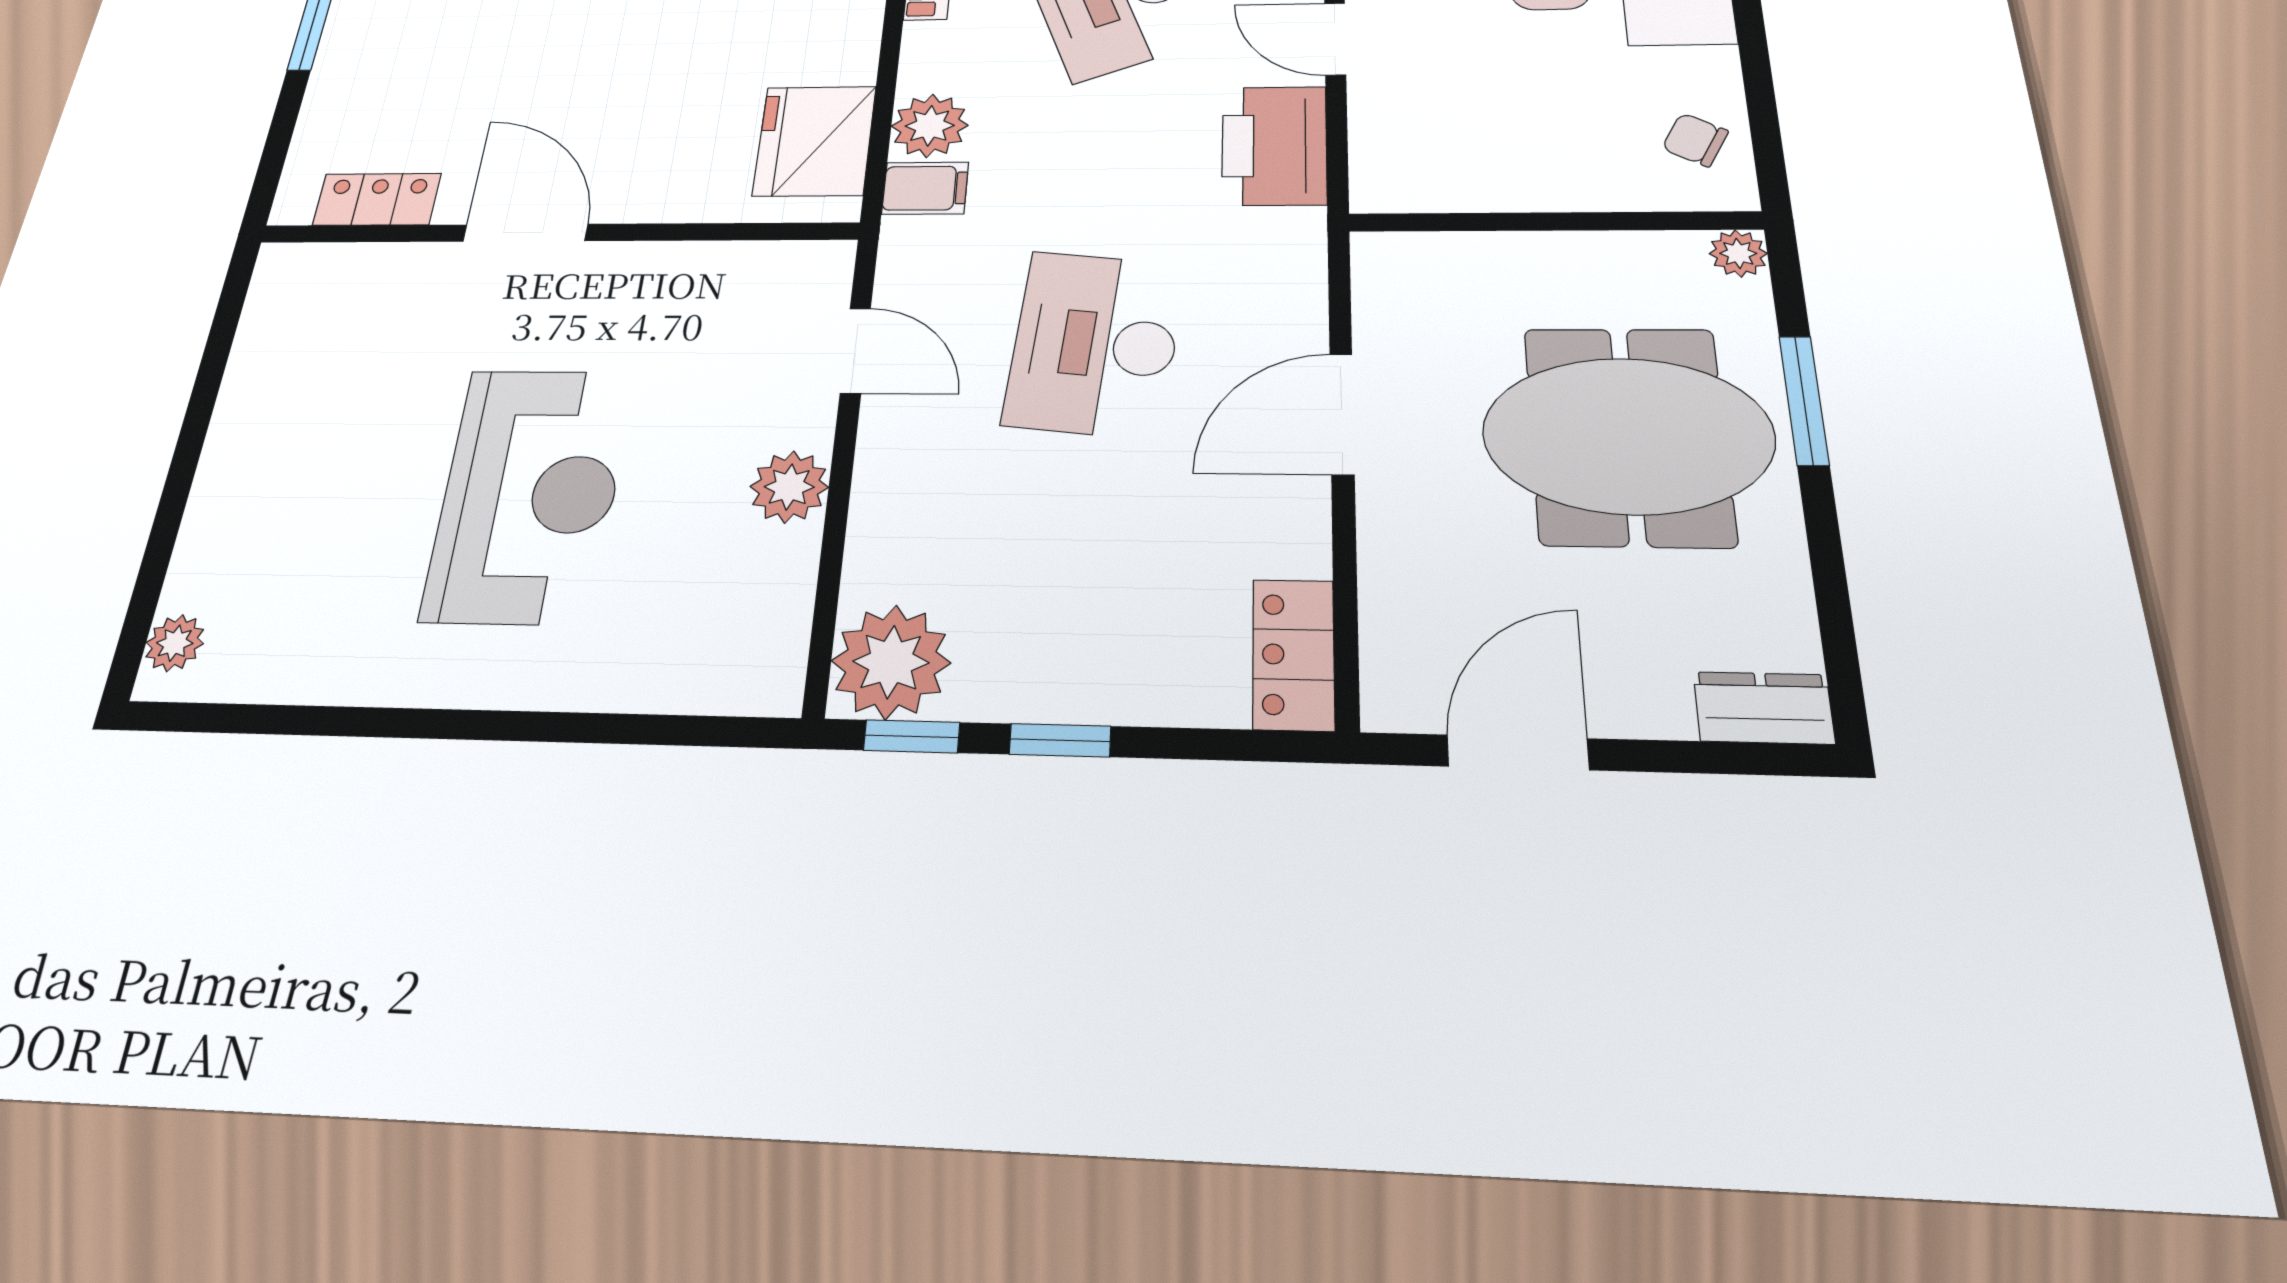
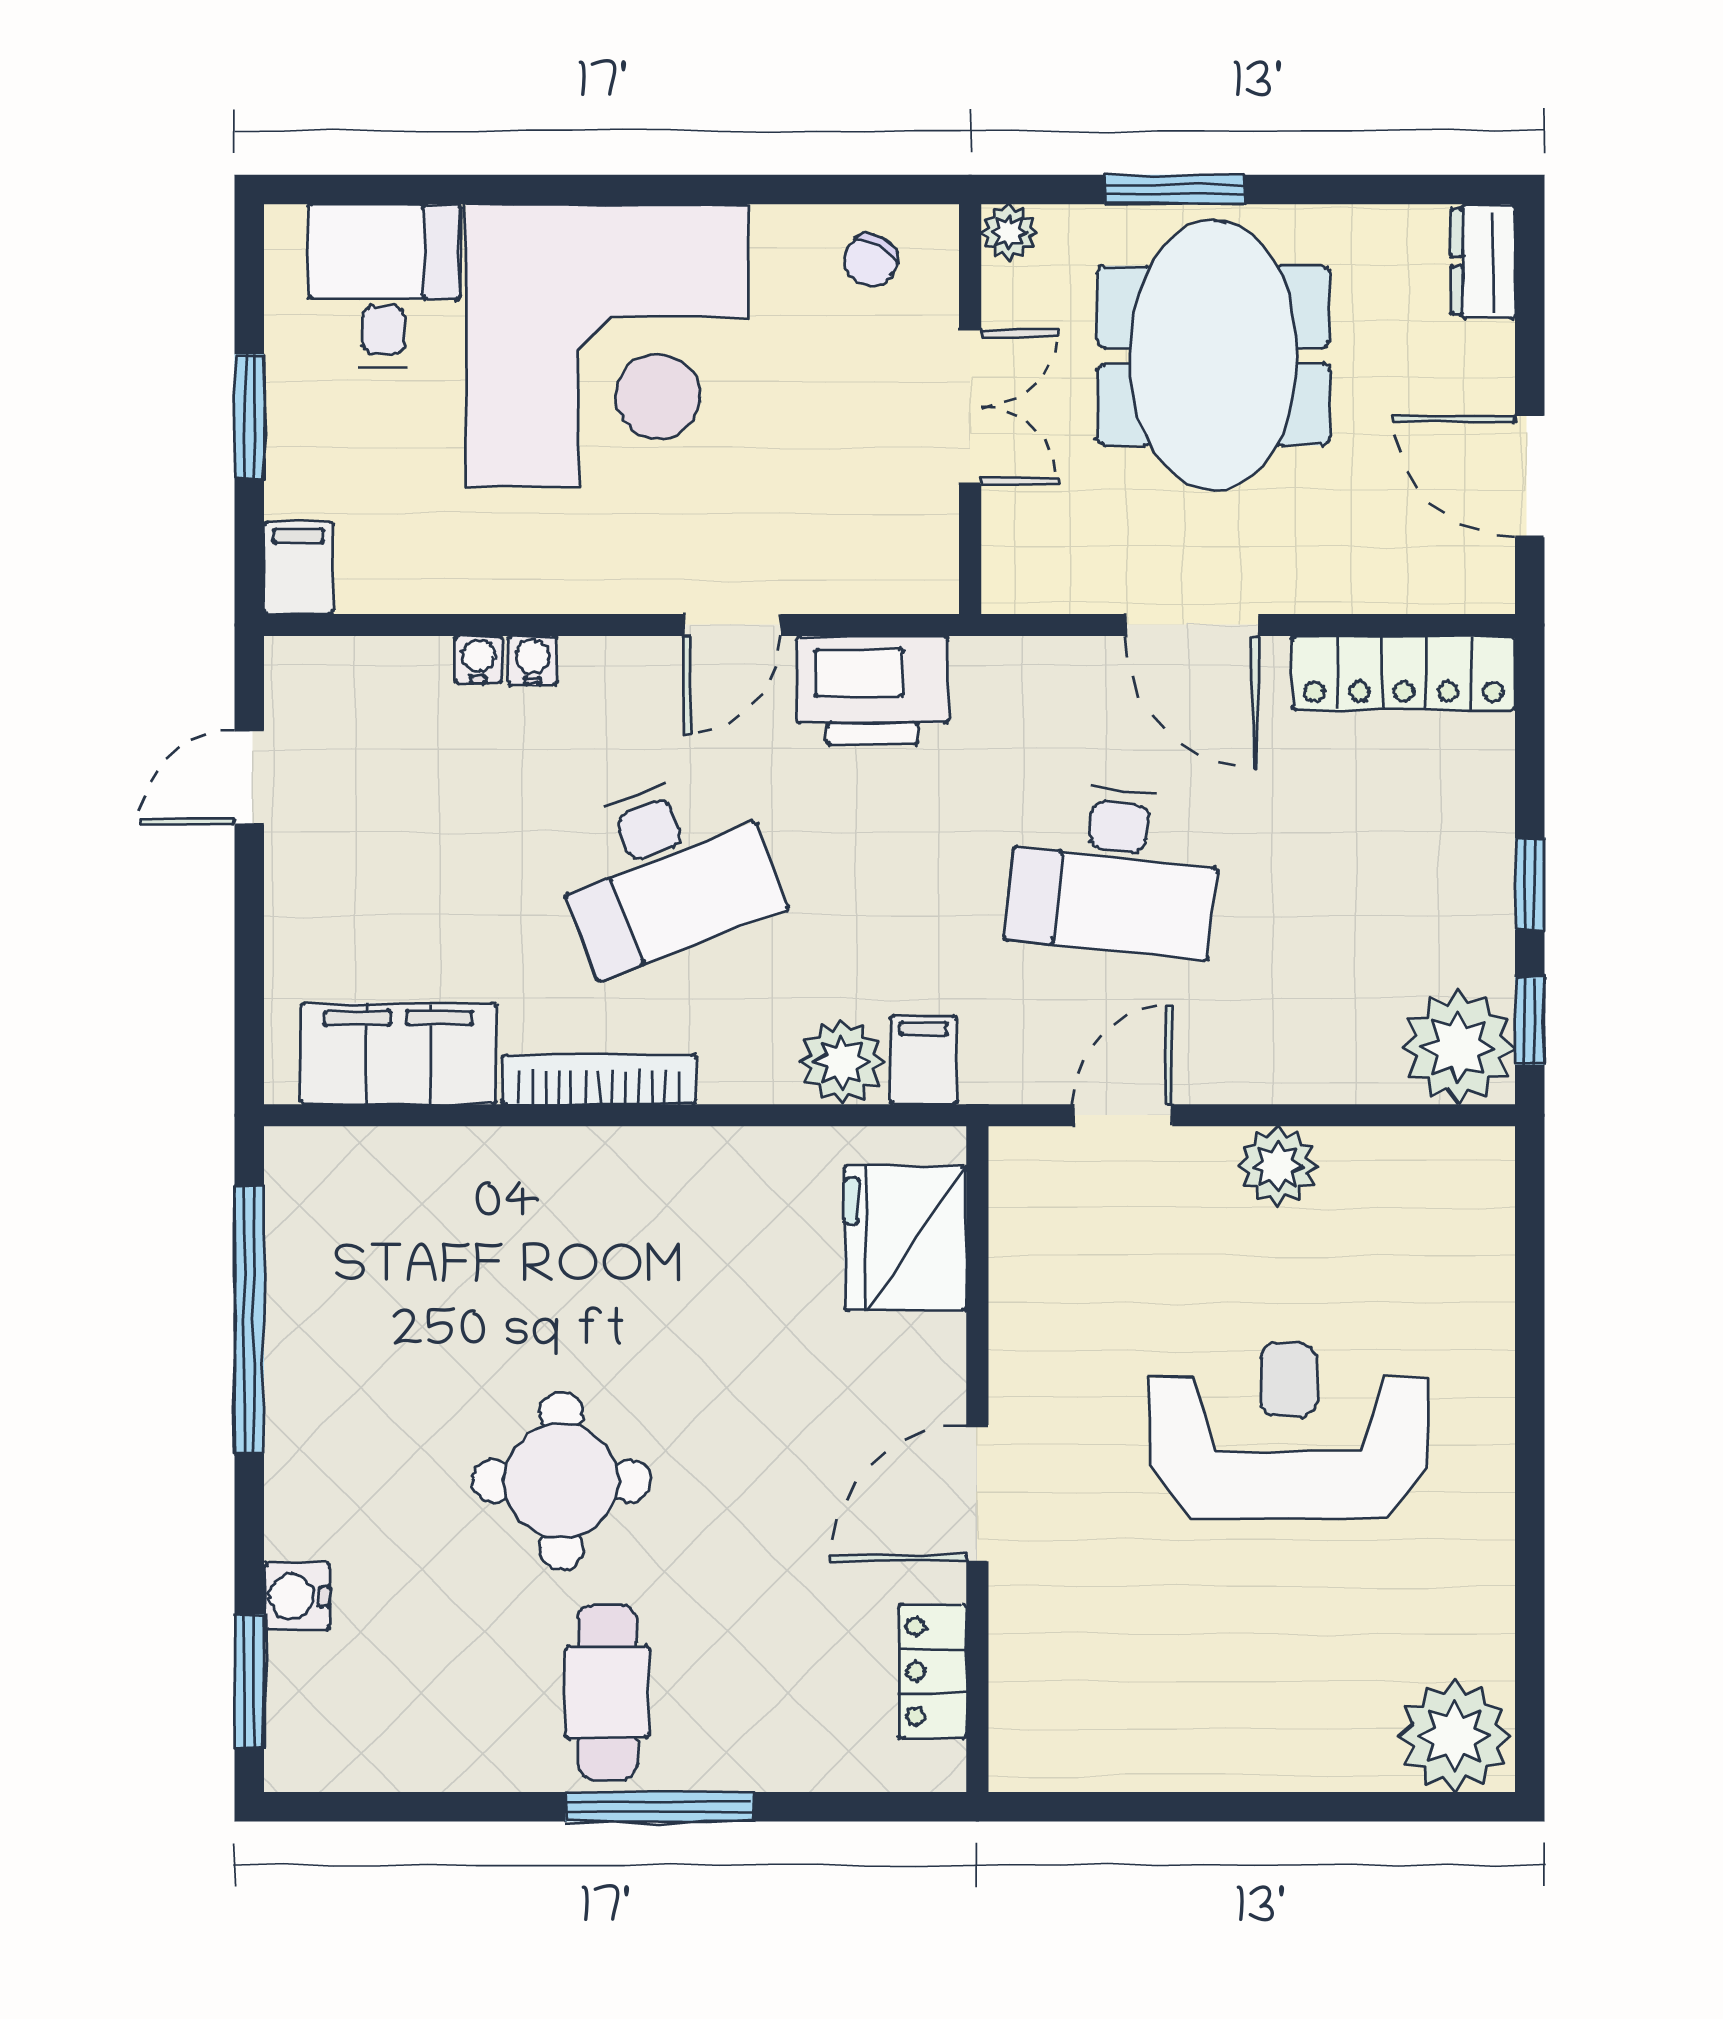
fridge: (815, 141) -> (905, 1238), moved, turned 90
double door: (1556, 222) -> (970, 407), added
plant: (175, 643) -> (1455, 1736), width x1.87, depth x1.87
locker: (1293, 654) -> (1404, 673), width x1.53

